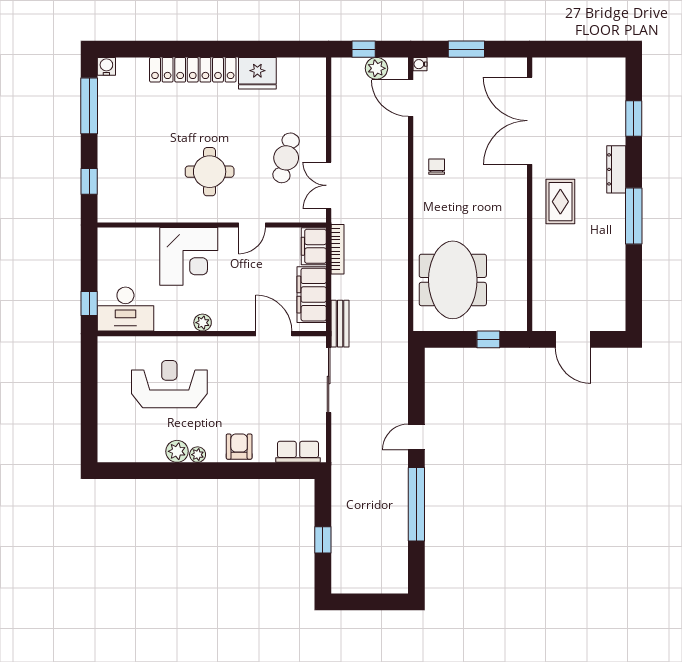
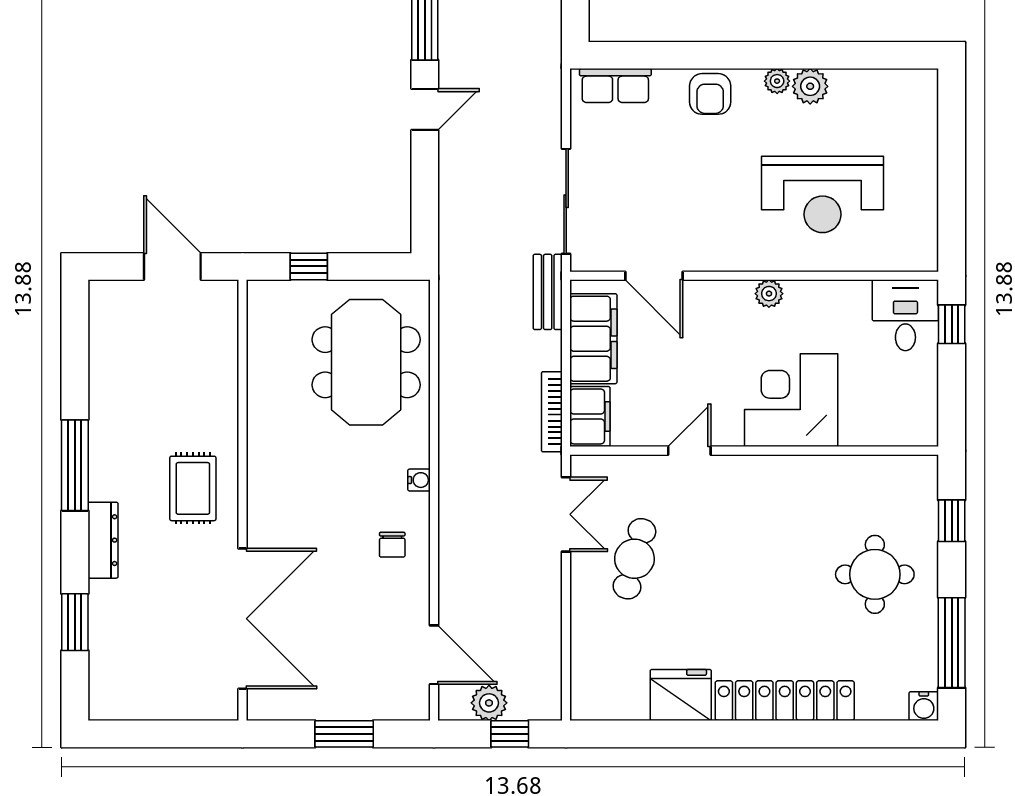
water cooler: (420, 64) -> (419, 480), moved
round table: (210, 172) -> (875, 574), moved
desk: (125, 309) -> (905, 315), width x0.73

